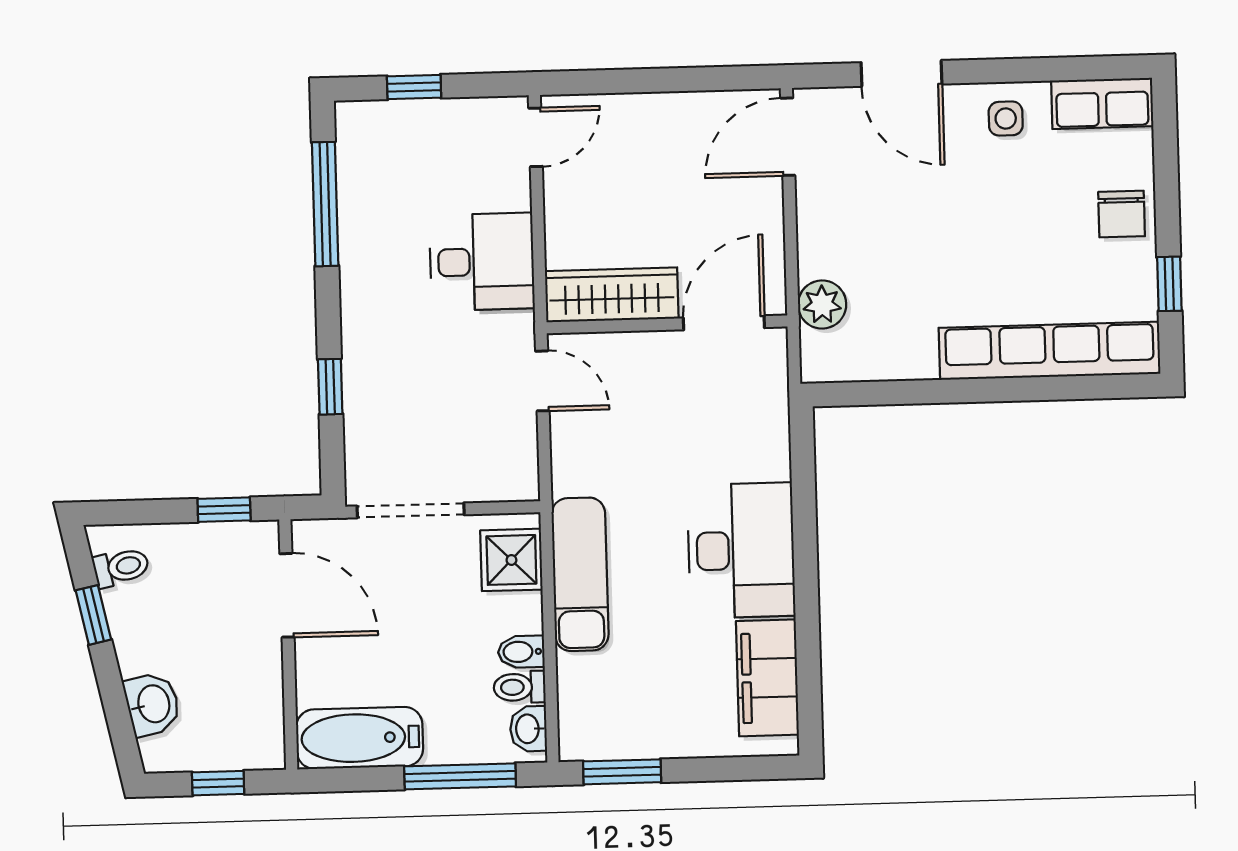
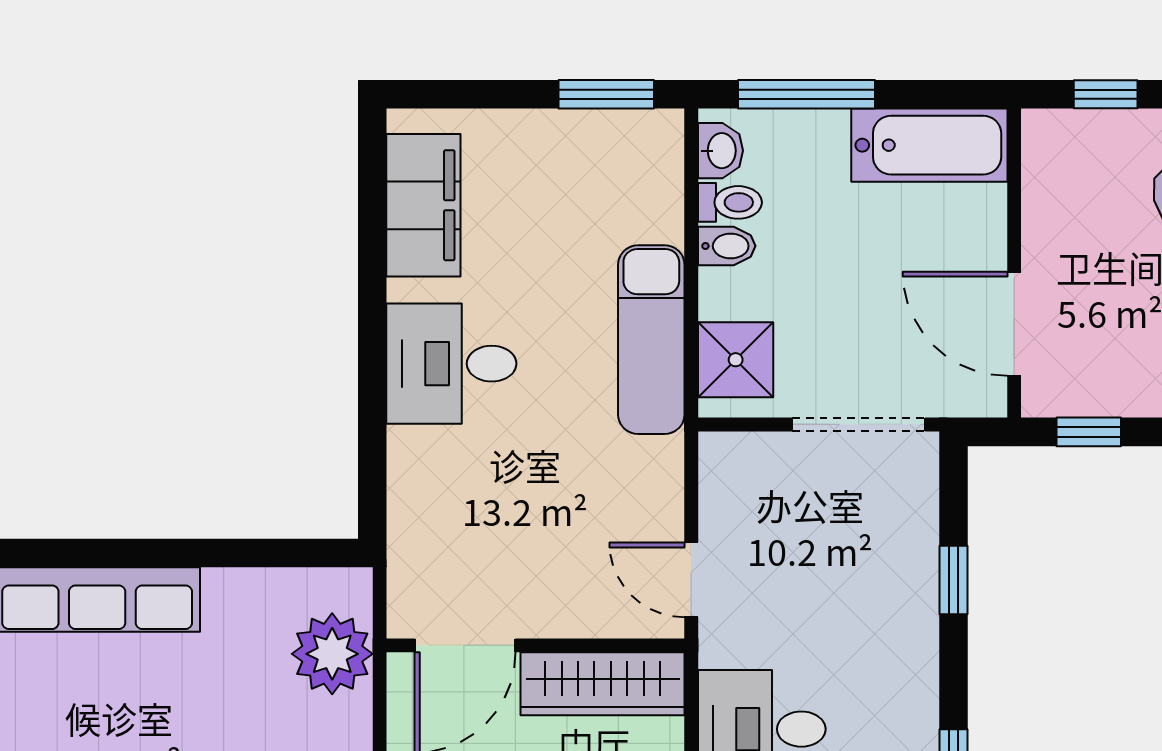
plant: (822, 304) -> (332, 654), width x1.36, depth x1.36
desk: (741, 550) -> (451, 364), width x0.73

